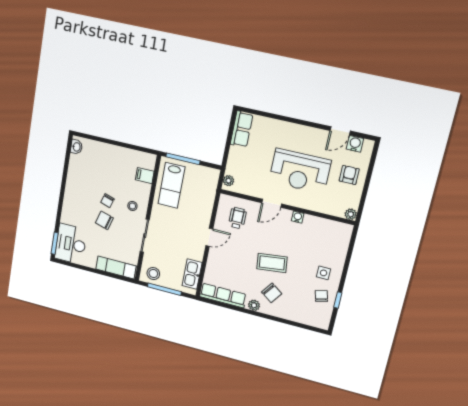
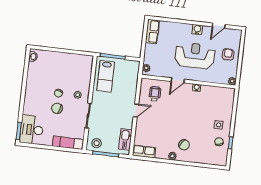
water cooler: (355, 144) -> (197, 29), moved
reception desk: (300, 171) -> (195, 56), turned 180
filing cabinet: (145, 176) -> (85, 72), removed
coffee table: (272, 263) -> (182, 123), removed
row of seats: (223, 295) -> (144, 151), width x0.68

